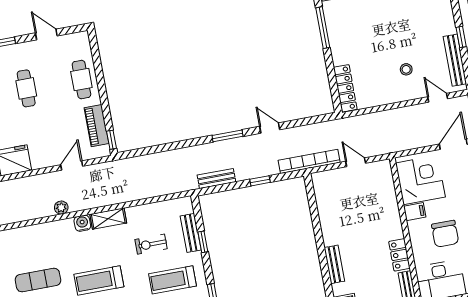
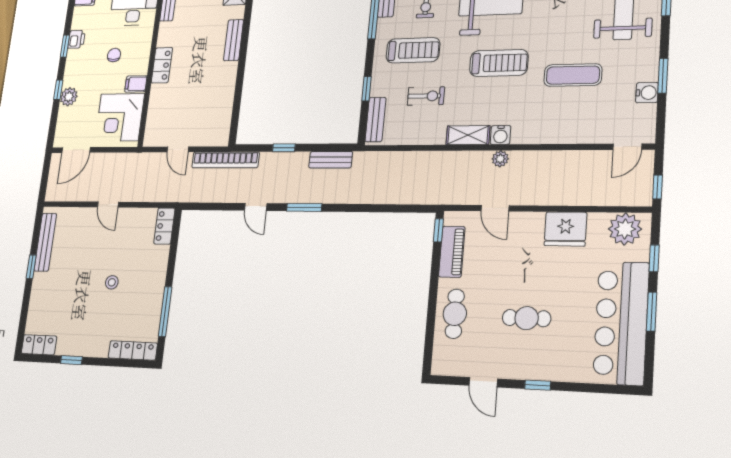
stool: (406, 69) -> (112, 282), moved
cafe table: (26, 88) -> (527, 318), turned 90
locker: (345, 88) -> (164, 226), width x0.66
door: (438, 98) -> (108, 205), moved
door: (72, 166) -> (495, 208), hinge flipped
plant: (61, 208) -> (500, 159), moved
bench: (191, 233) -> (376, 120), moved
chair: (445, 234) -> (114, 55), width x0.54, depth x0.54
locker: (399, 255) -> (162, 65), moved

